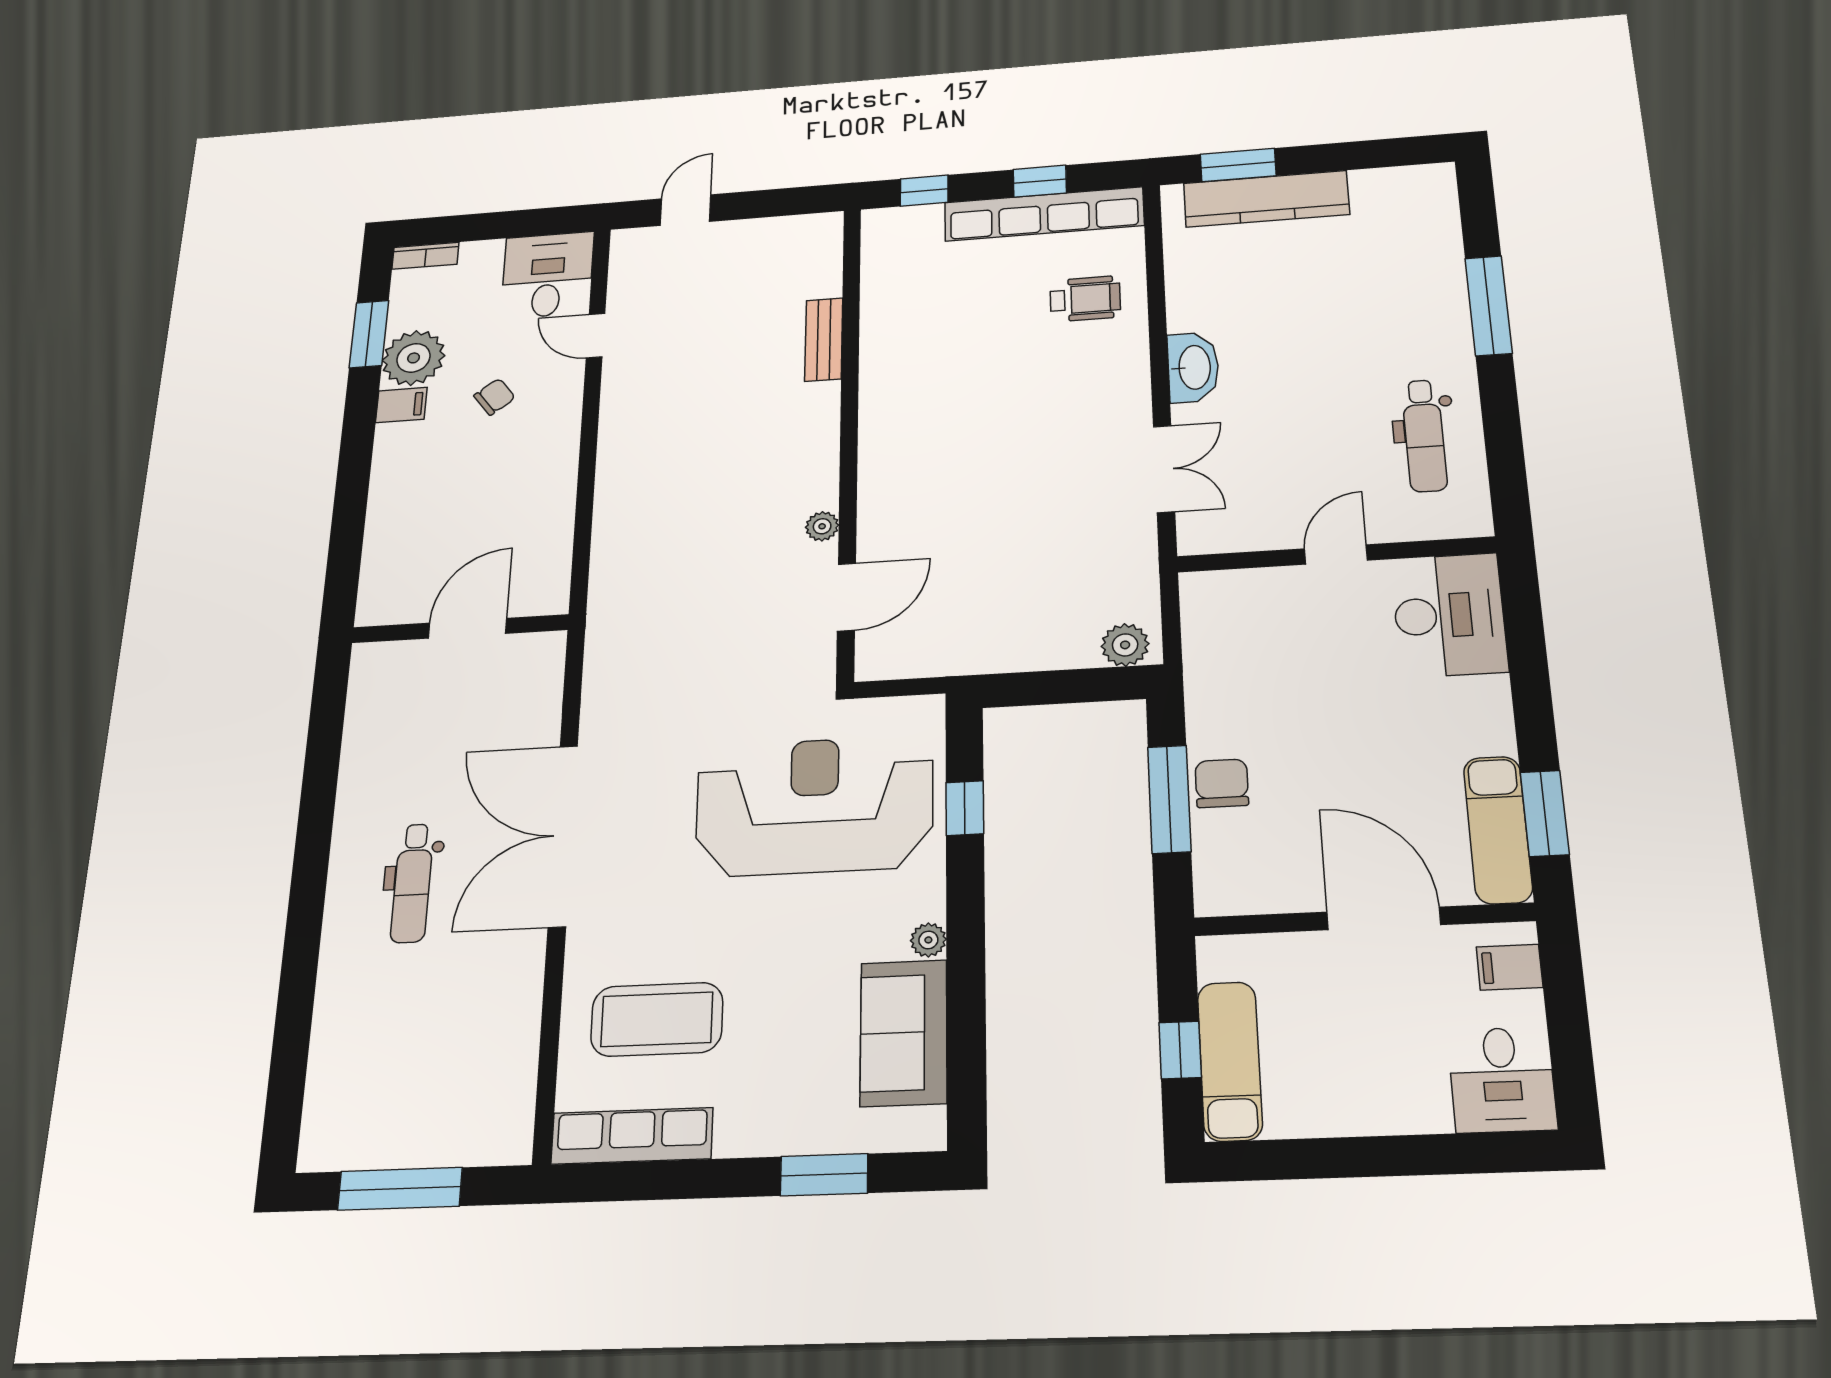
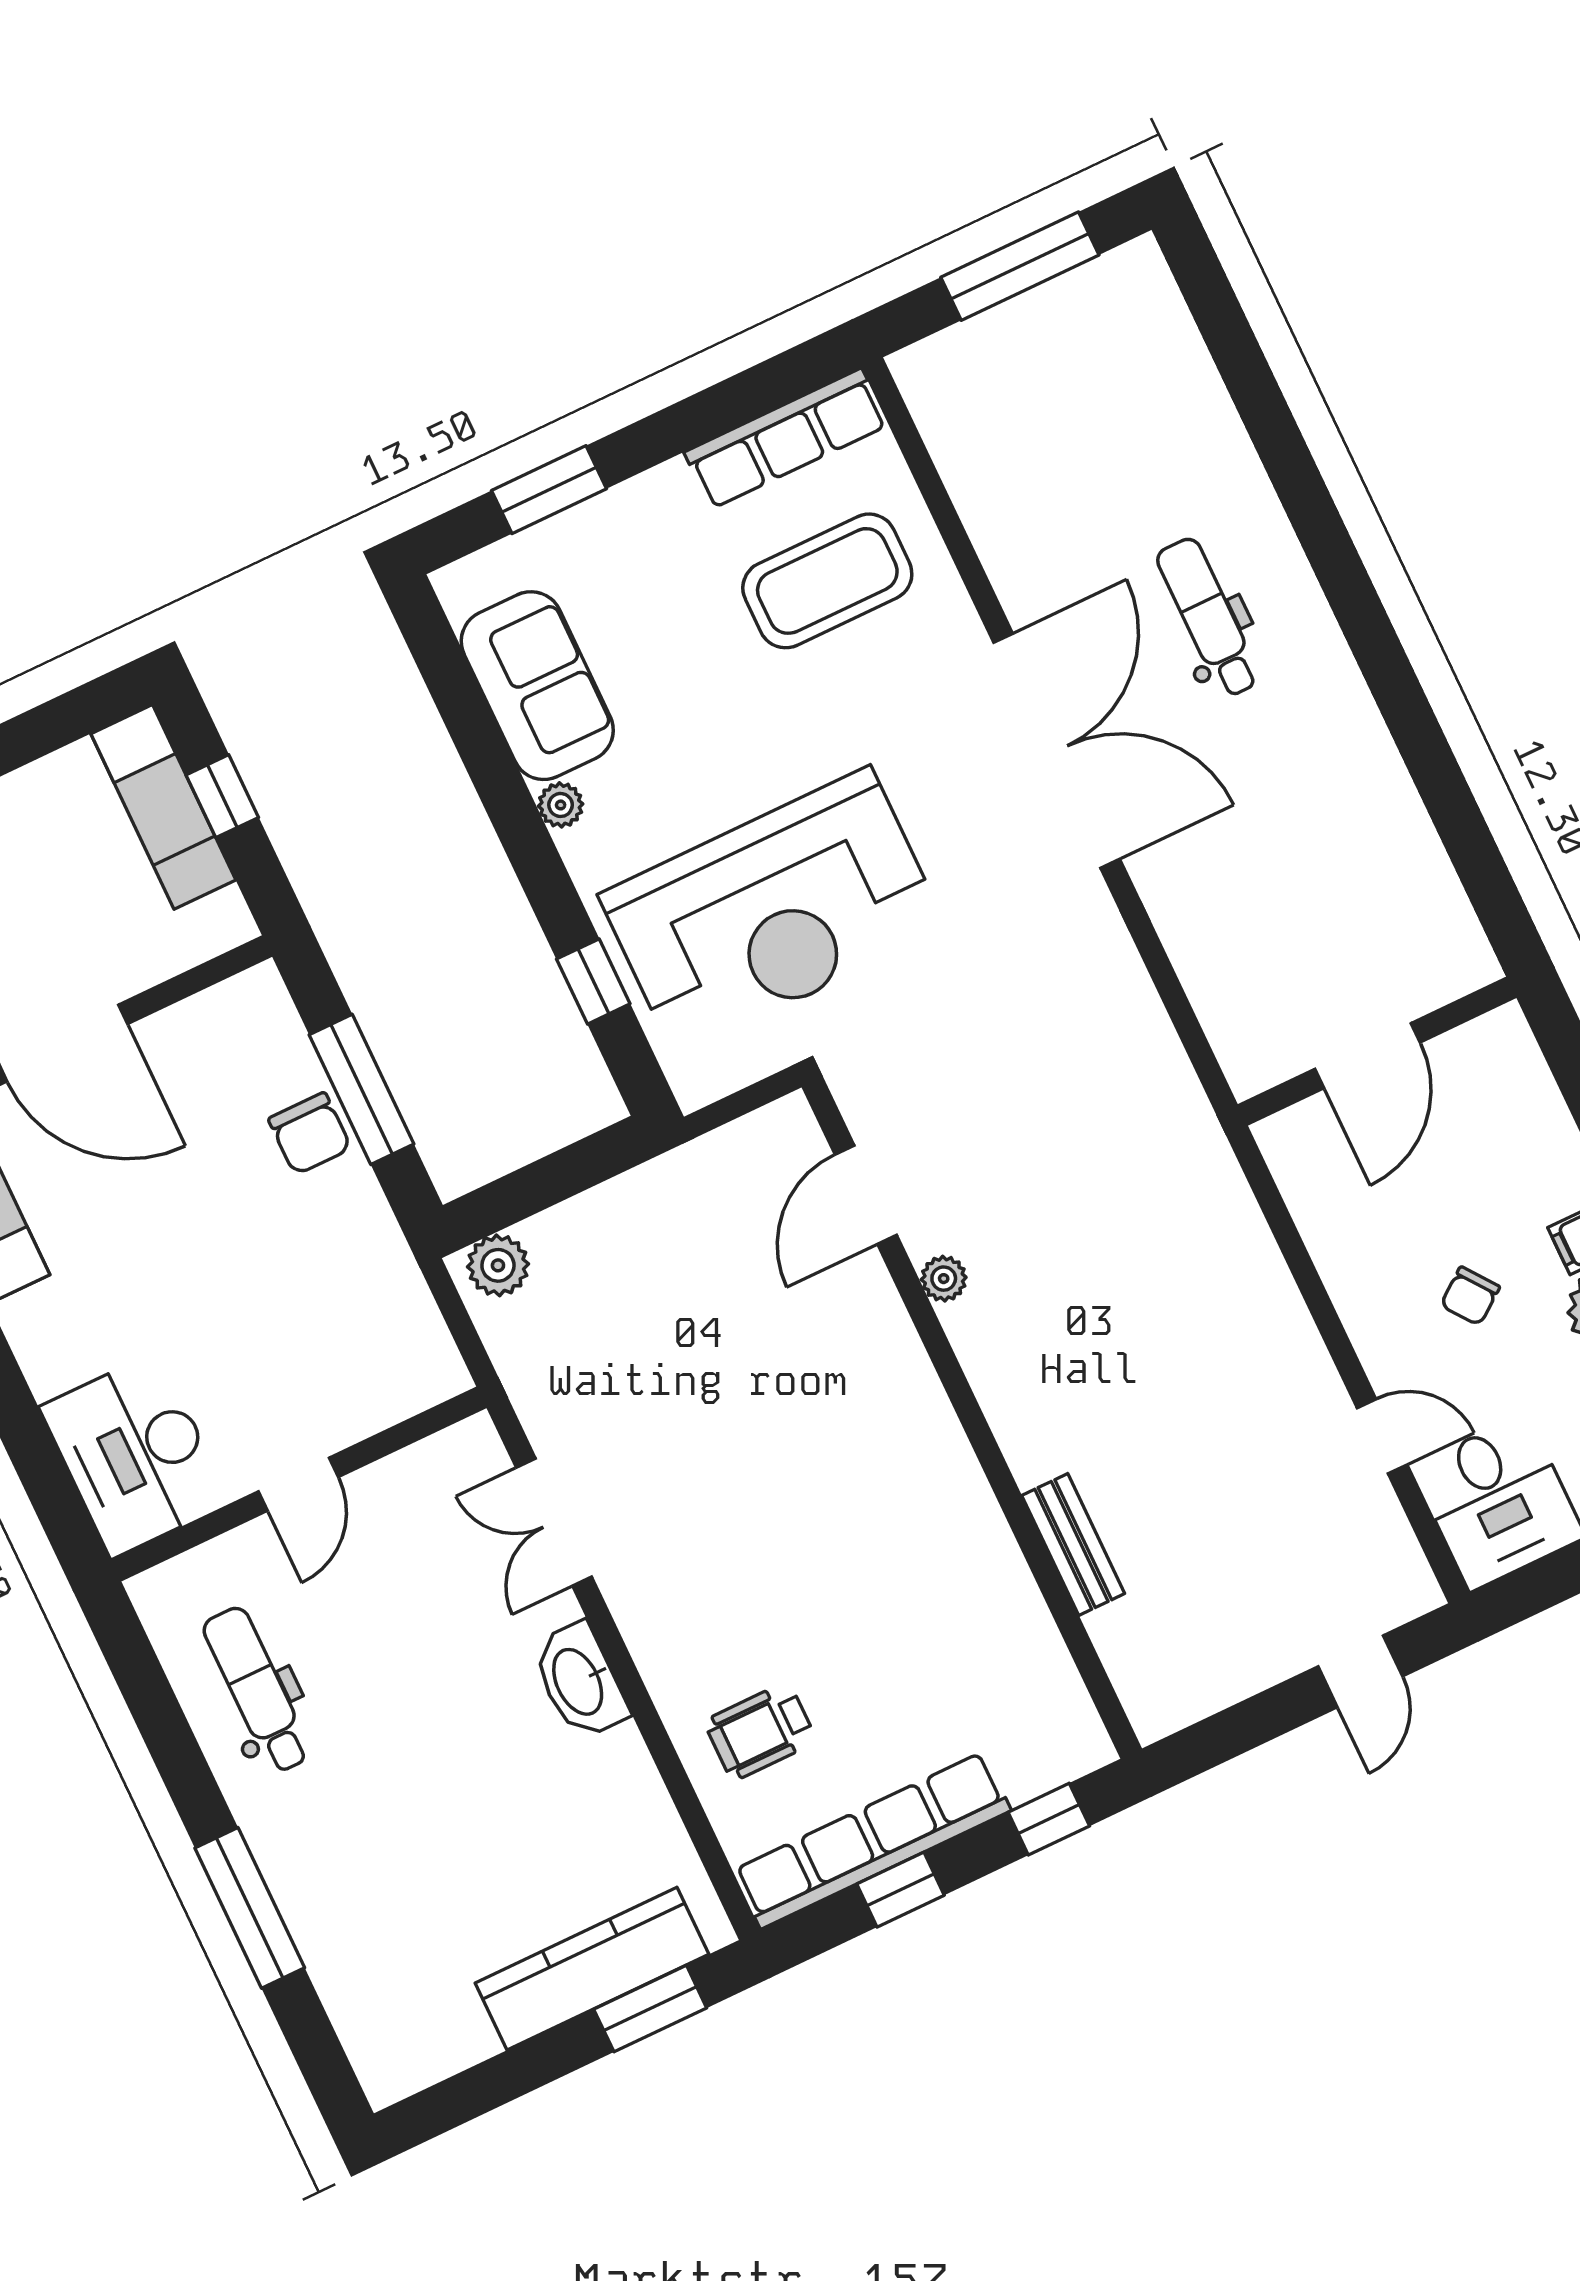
door: (468, 628) -> (1367, 1056), moved
wall: (460, 629) -> (1377, 1051), moved

